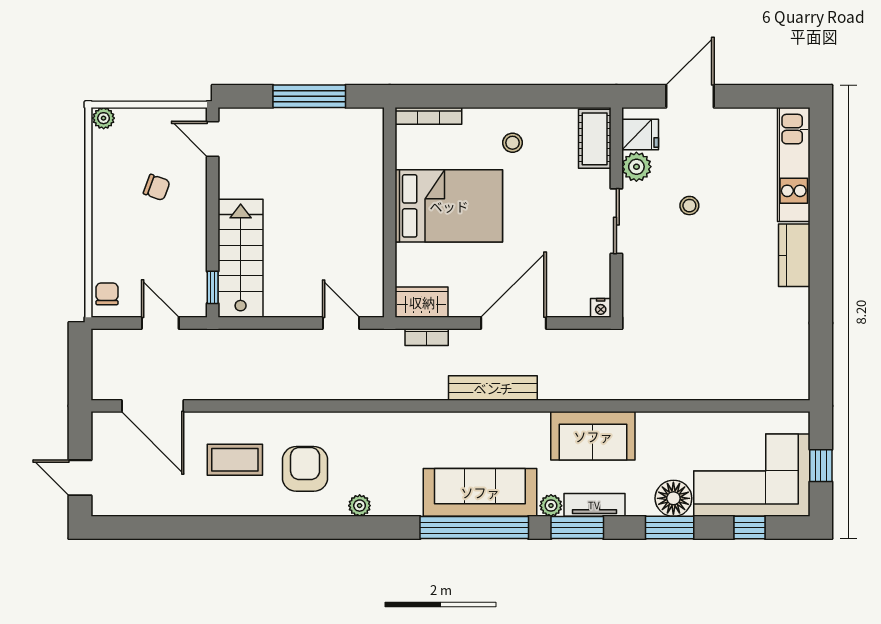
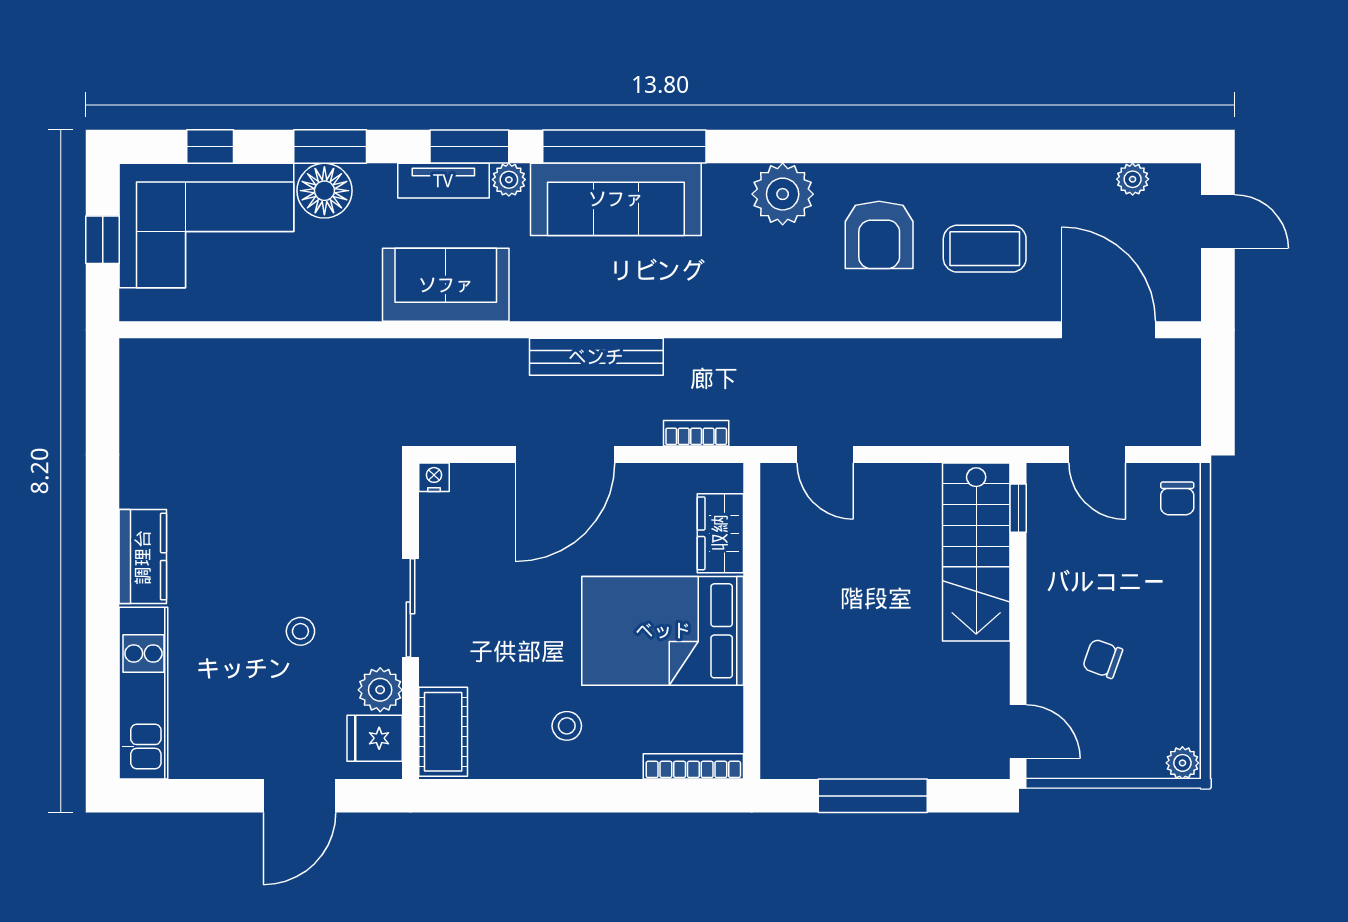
wardrobe: (422, 302) -> (720, 533), moved, turned 90
plant: (137, 506) -> (1133, 179), added
plant: (360, 506) -> (783, 194), width x1.87, depth x1.87

